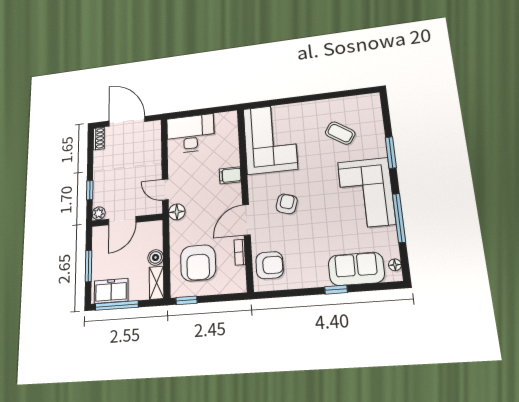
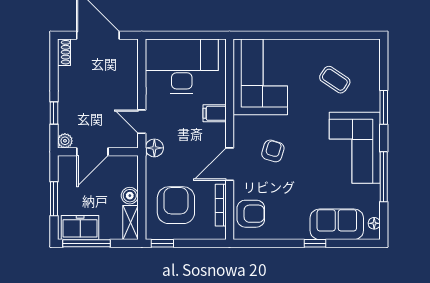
desk: (190, 134) -> (182, 66), width x1.36, depth x1.30
bookcase: (240, 252) -> (221, 205), width x1.56
armchair: (198, 263) -> (176, 205), turned 180

